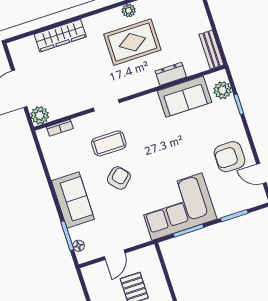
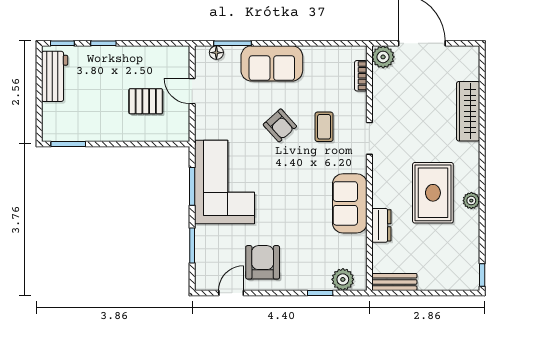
sofa: (184, 97) -> (350, 203), moved
coffee table: (109, 143) -> (324, 127), width x0.73, depth x0.77

